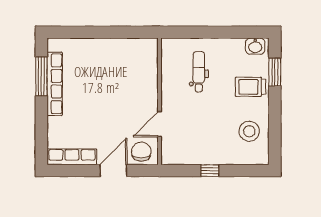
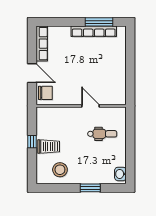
window: (275, 72) -> (90, 188), moved
trolley: (250, 87) -> (49, 147), moved, turned 90
door: (160, 124) -> (91, 106), moved

